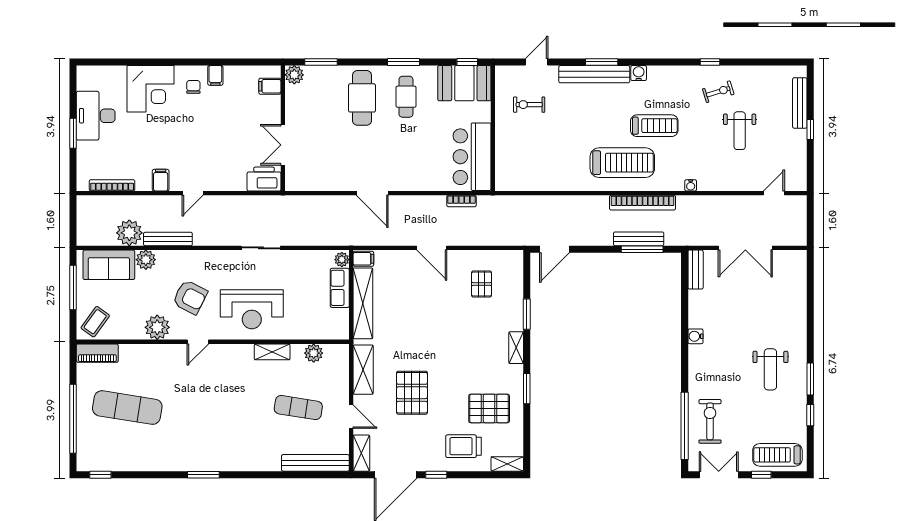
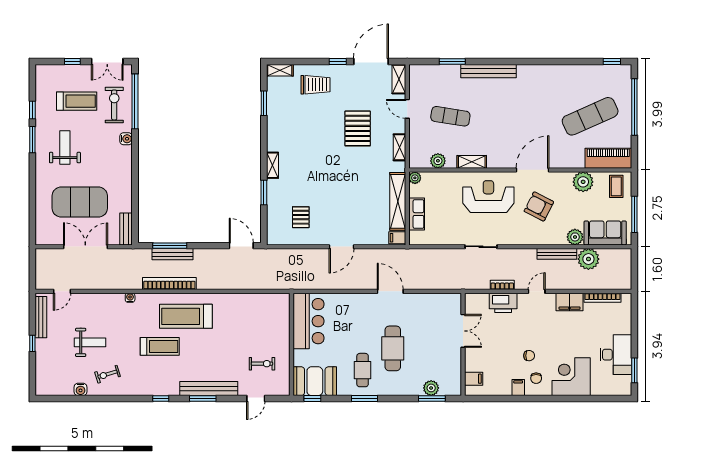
window: (710, 62) -> (161, 398), moved
water cooler: (639, 73) -> (81, 389), moved
plant: (294, 75) -> (431, 388), moved
cafe table: (362, 98) -> (393, 348), moved
bench: (800, 103) -> (41, 317), moved
chair: (202, 114) -> (529, 356), added
treadmill: (654, 126) -> (160, 346), turned 180
weight bench: (740, 131) -> (90, 342), turned 90
window: (73, 133) -> (634, 370), moved
printer: (264, 179) -> (503, 303), moved
filing cabinet: (161, 180) -> (570, 302), width x2.00
bookcase: (461, 201) -> (502, 285), moved
door: (432, 248) -> (342, 247), swing flipped
door: (554, 249) -> (241, 246), hinge flipped
plant: (342, 260) -> (415, 178), moved
exercise mat: (752, 303) -> (80, 202), added
coffee table: (95, 322) -> (616, 186), turned -36
plant: (157, 327) -> (583, 182), moved
water cooler: (696, 336) -> (126, 139), moved
door: (198, 342) -> (532, 170), width x1.87
piano: (97, 353) -> (608, 158), width x1.37, depth x1.33
shelving: (363, 370) -> (400, 147), width x0.67, depth x0.75
window: (527, 389) -> (264, 103), moved
exercise mat: (127, 408) -> (590, 116), turned -33
pallet: (489, 408) -> (295, 116), removed
exercise bike: (710, 421) -> (114, 105), turned 180
treadmill: (777, 455) -> (77, 101), moved
bench: (315, 463) -> (489, 71), moved
window: (203, 475) -> (452, 61), moved

